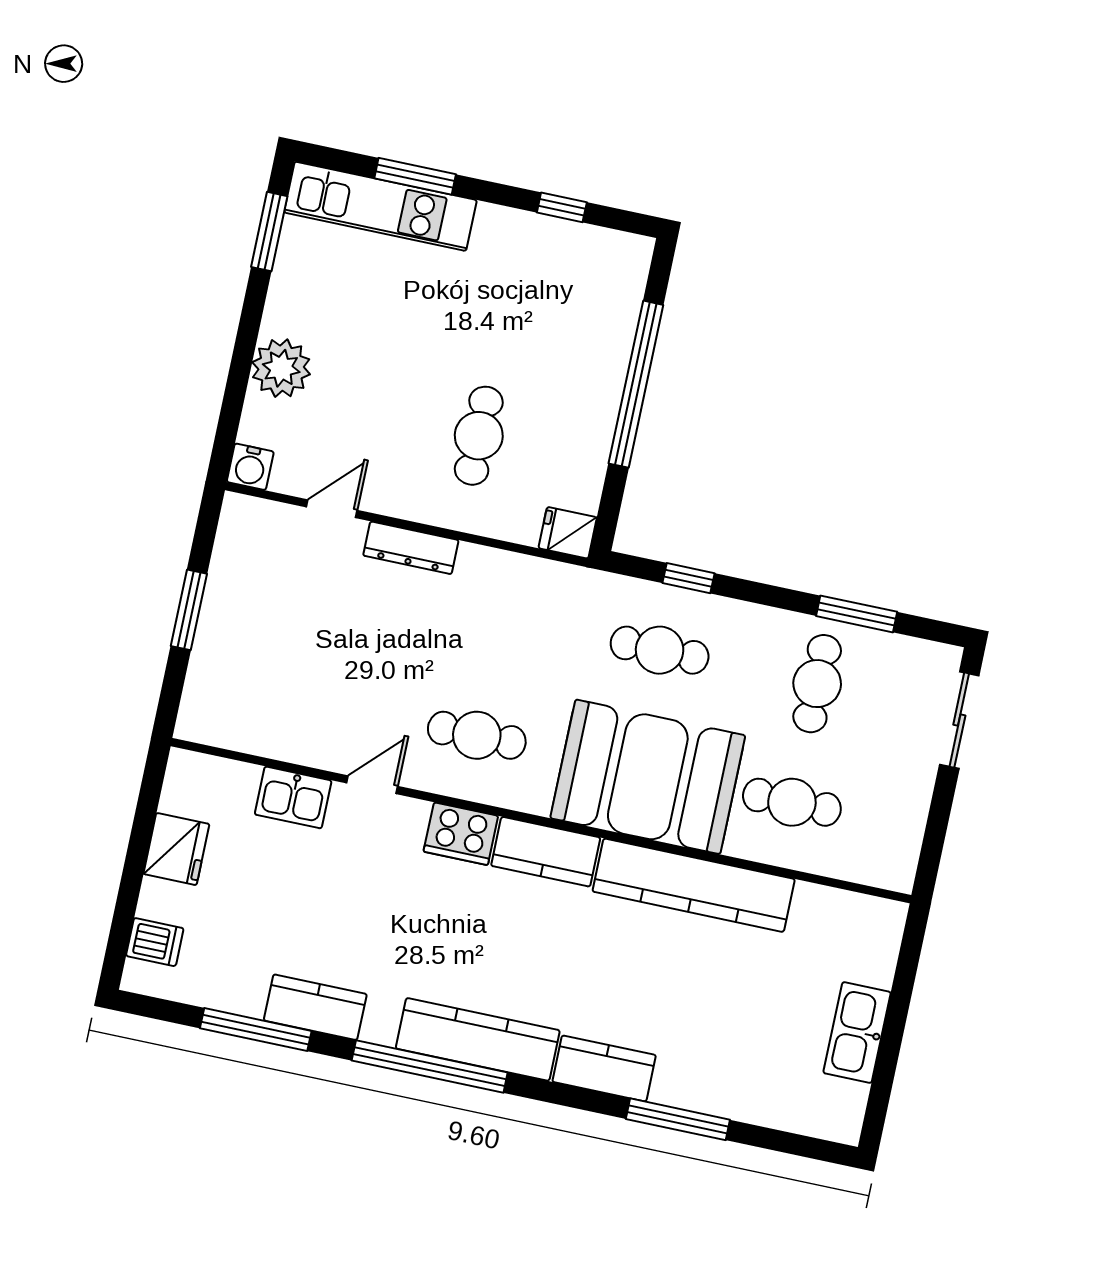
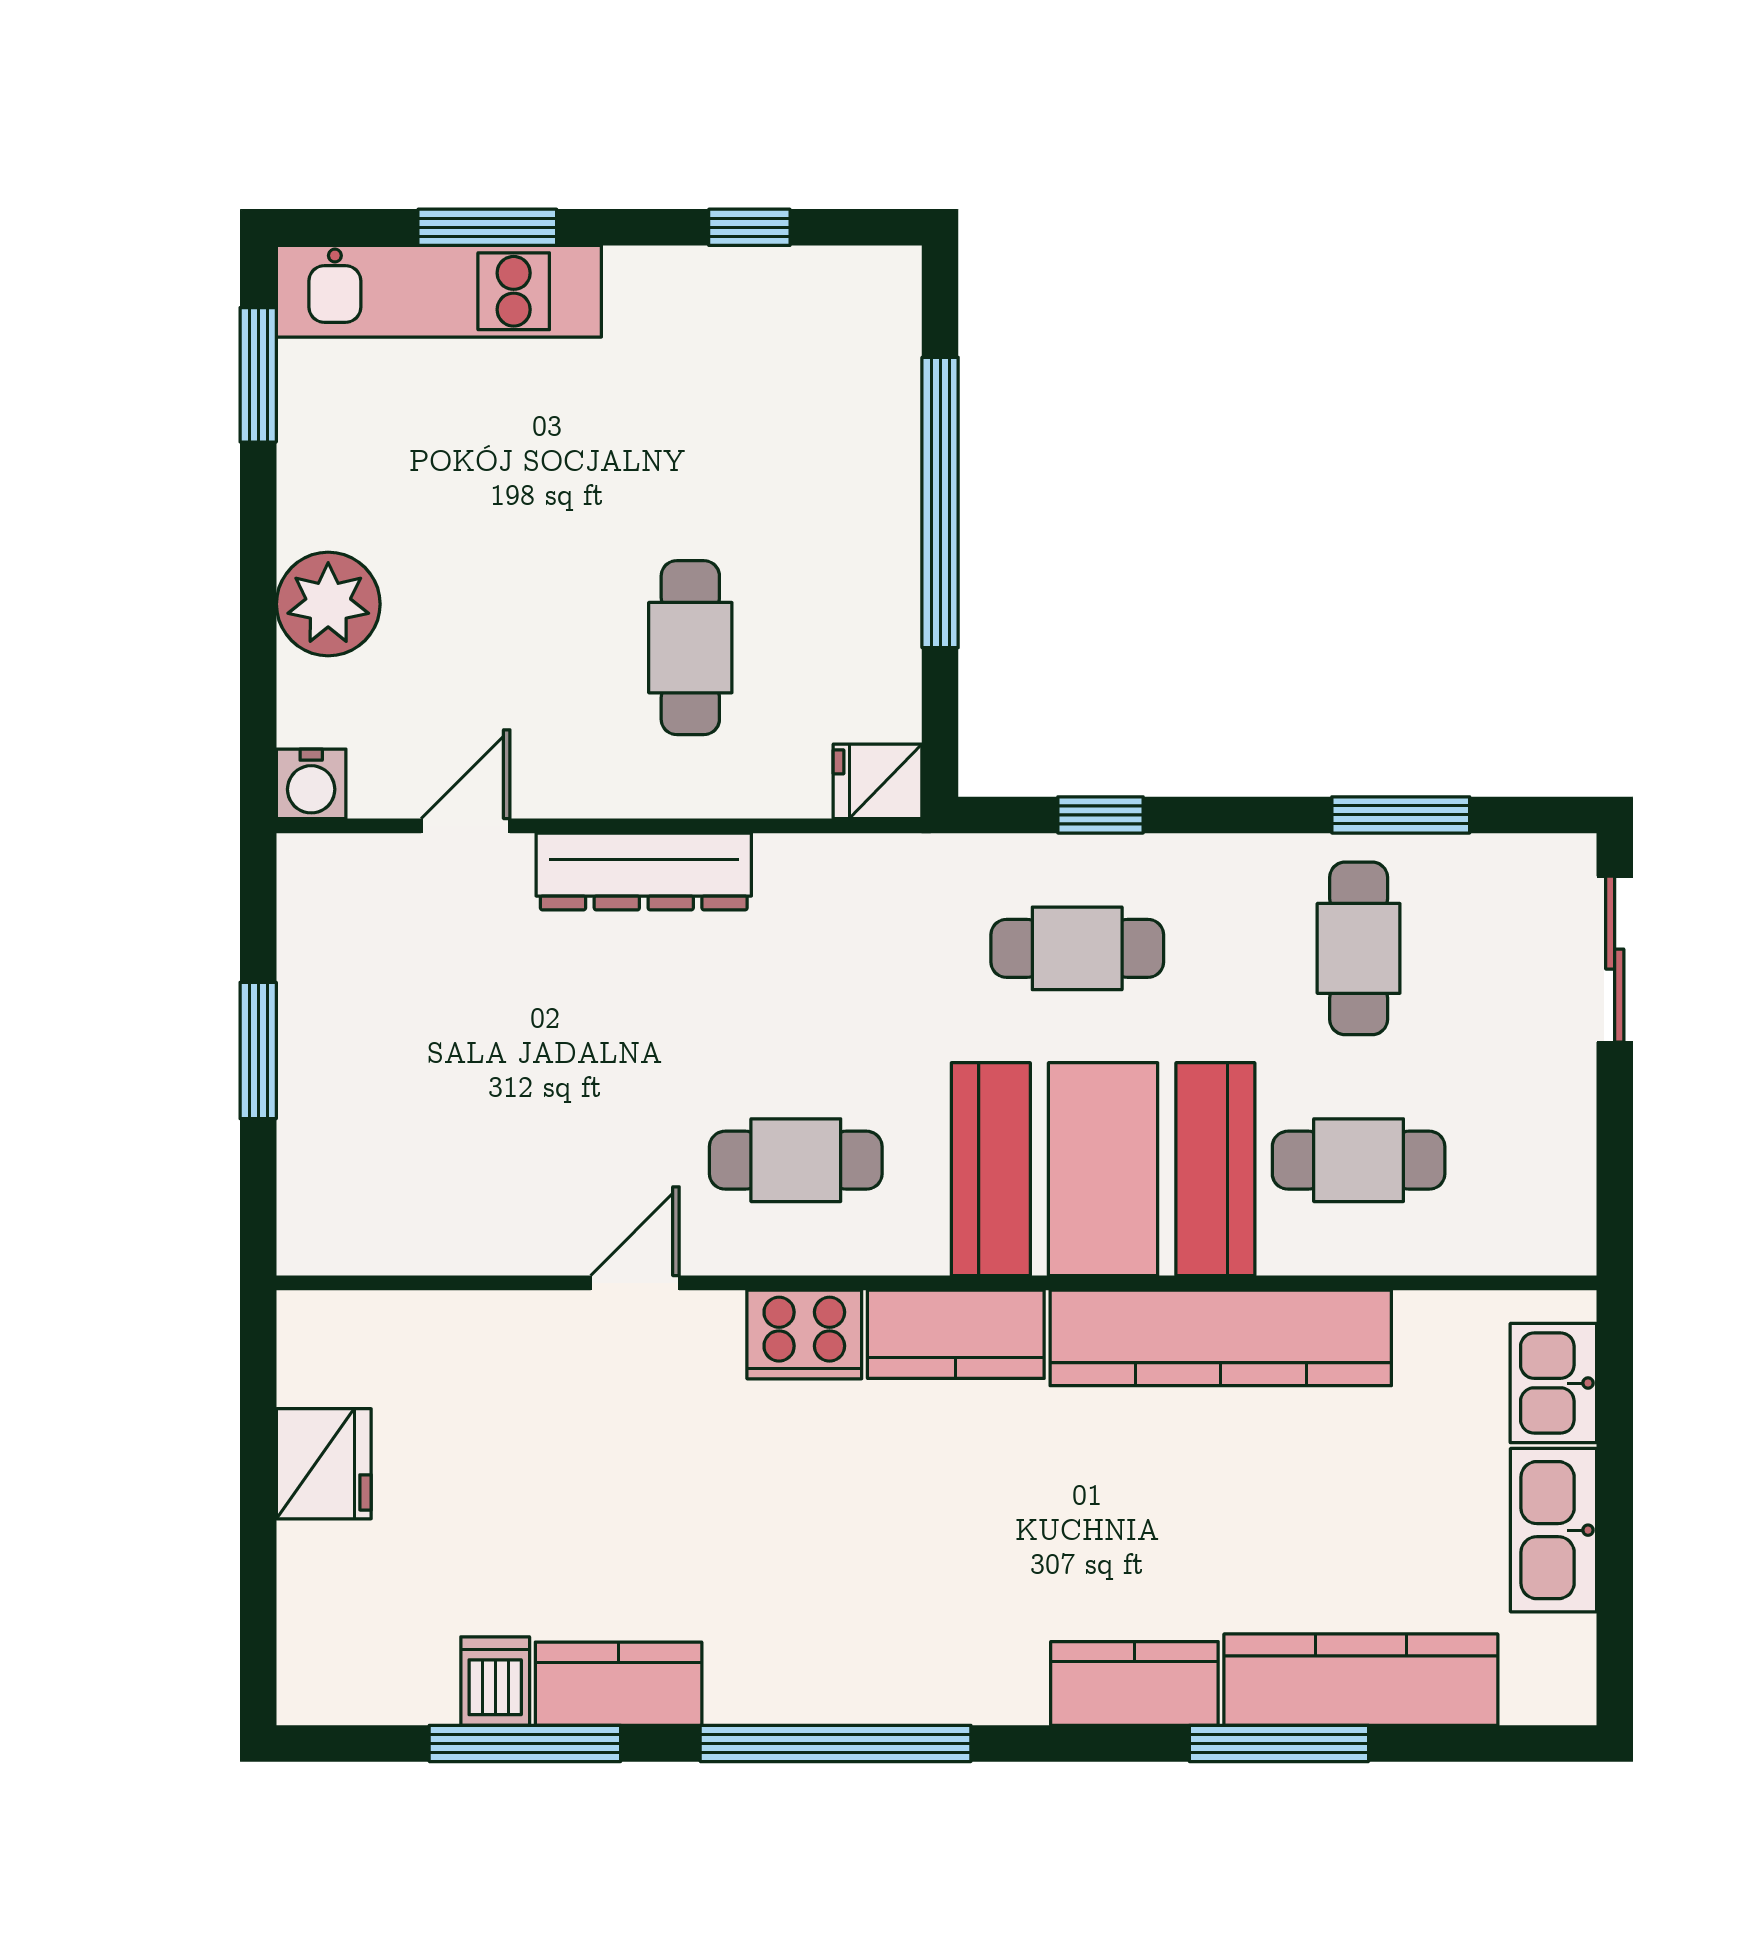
dresser: (411, 548) -> (644, 871), width x1.37, depth x1.24
kitchen sink: (293, 797) -> (1553, 1383), moved, turned 90
dishwasher: (155, 942) -> (495, 1681), moved, turned -90
kitchen counter: (478, 1039) -> (1361, 1680), moved

